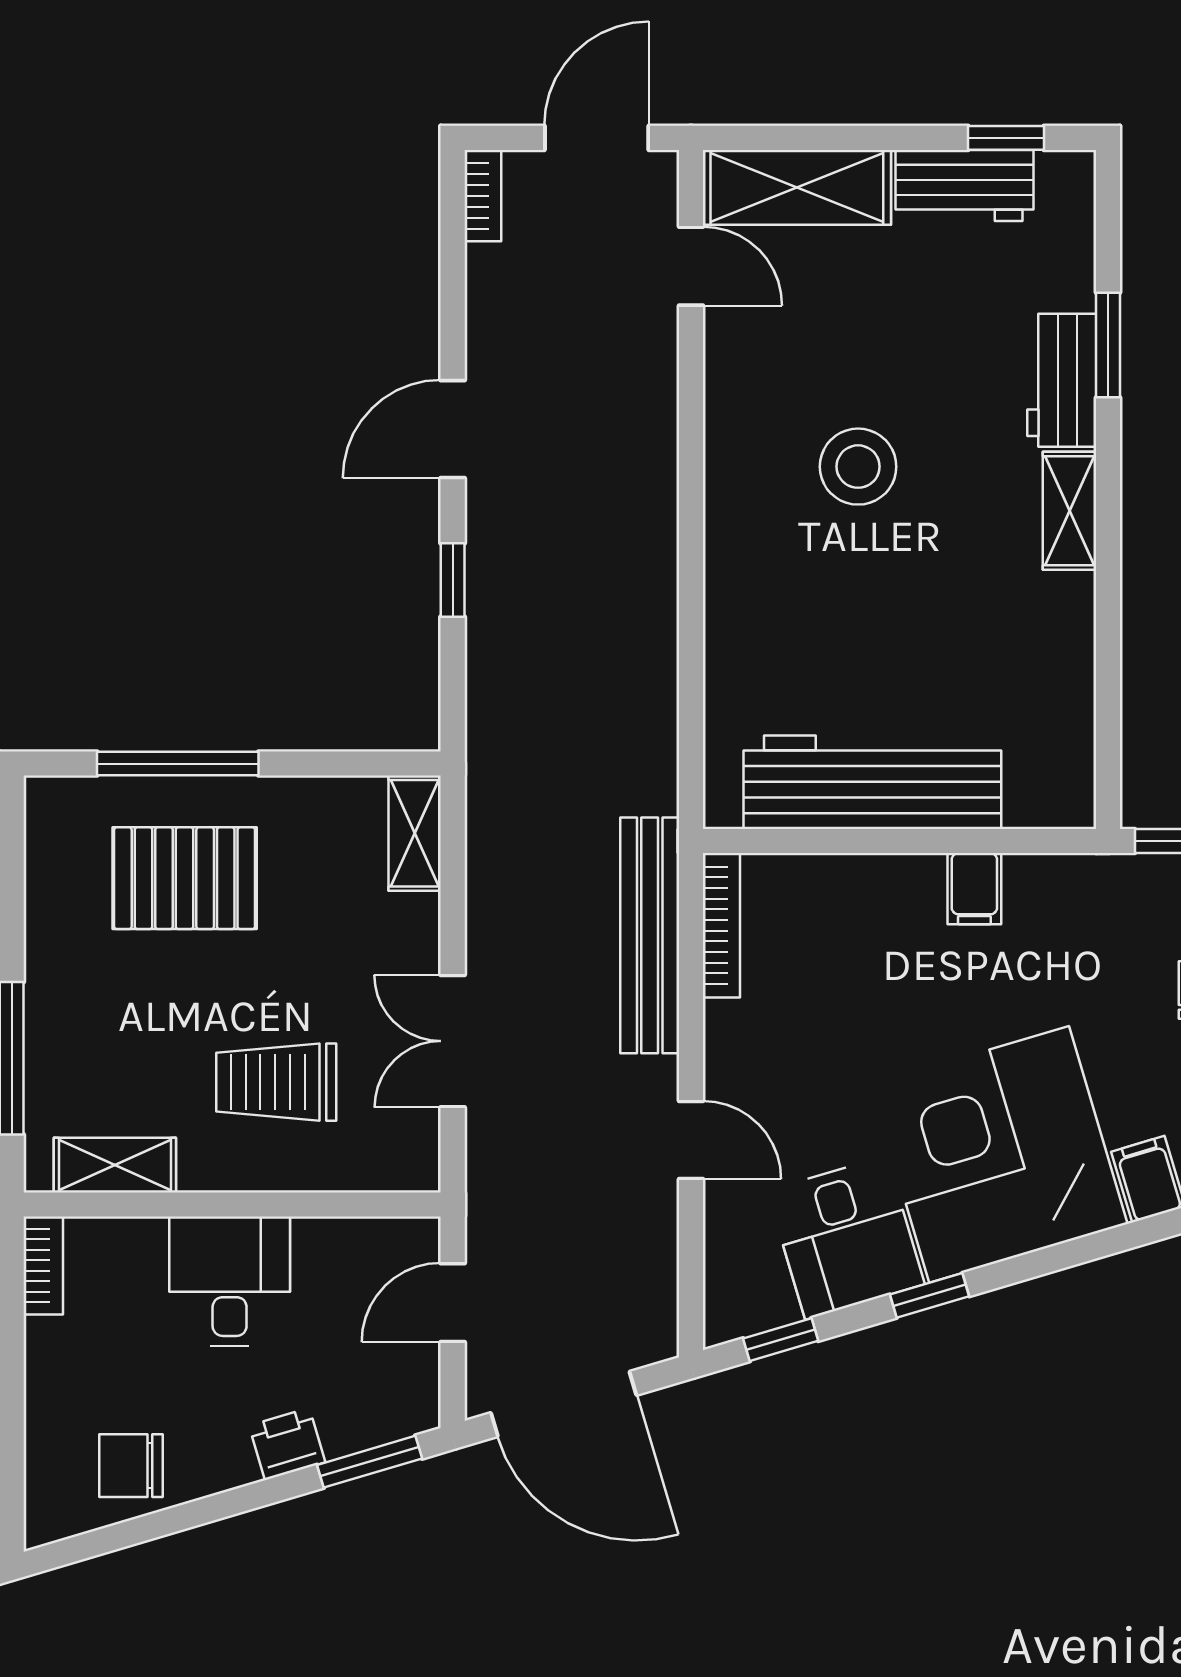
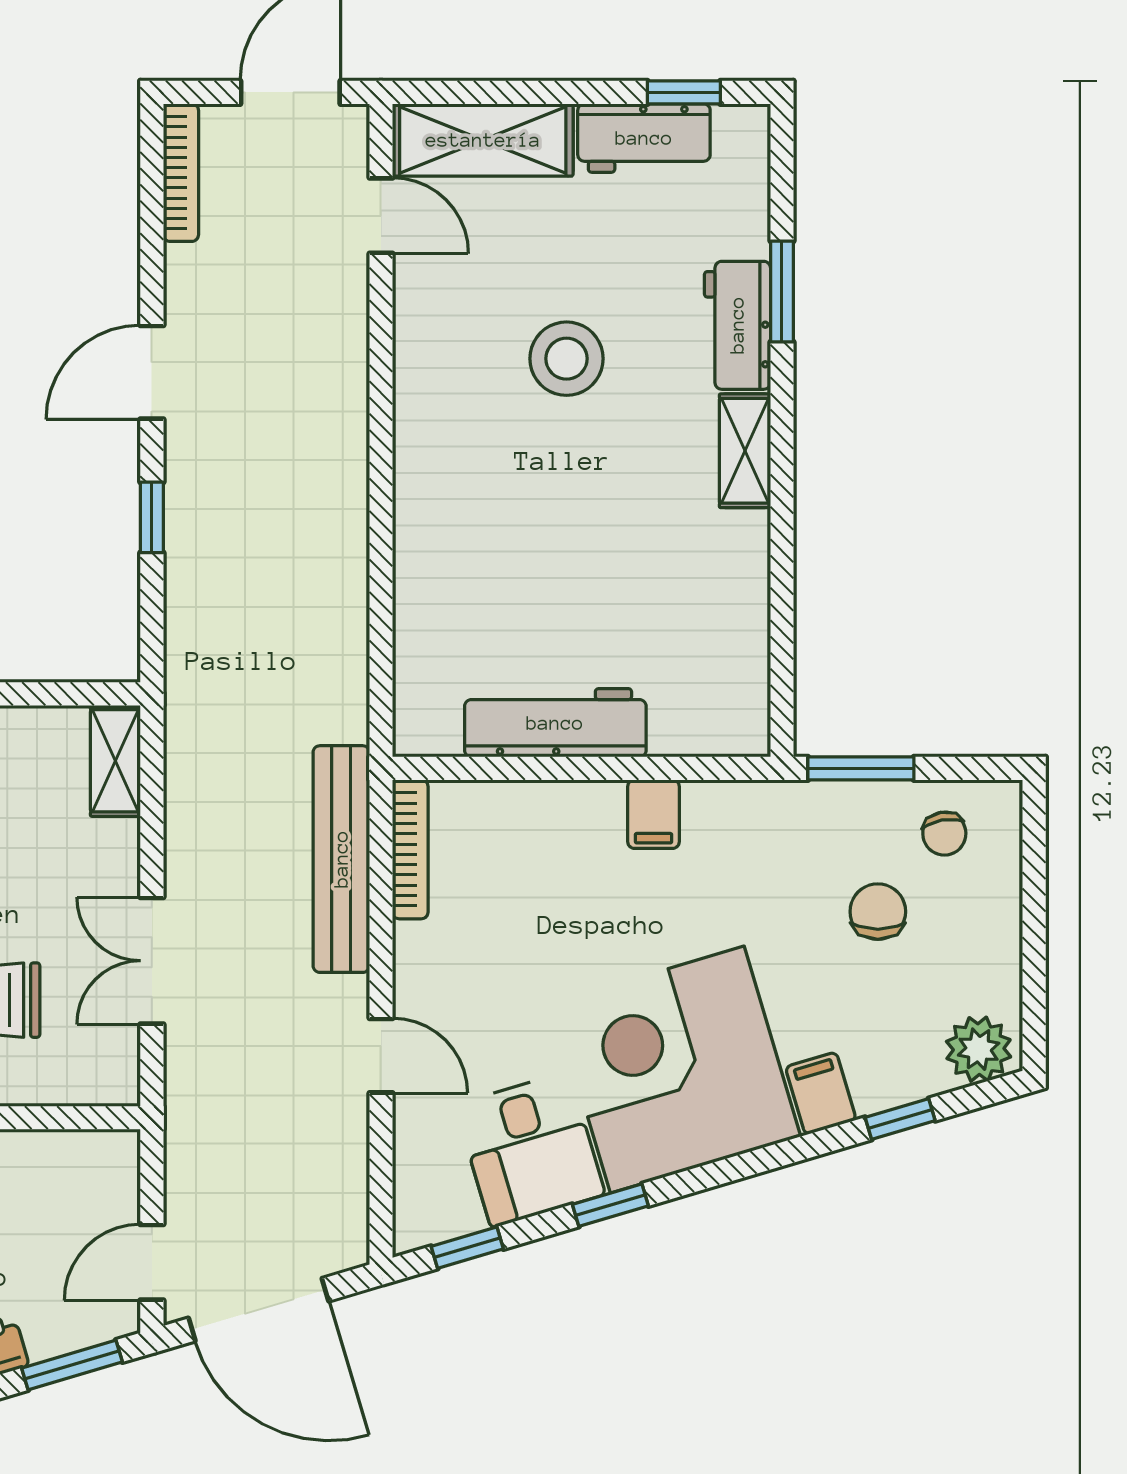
bookcase: (483, 196) -> (181, 173), width x1.56
stool: (858, 467) -> (567, 359), moved
workbench: (872, 782) -> (555, 723), width x0.73, depth x0.76
door: (453, 1303) -> (152, 1262), moved

